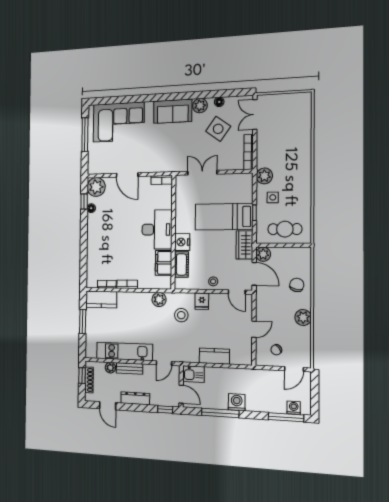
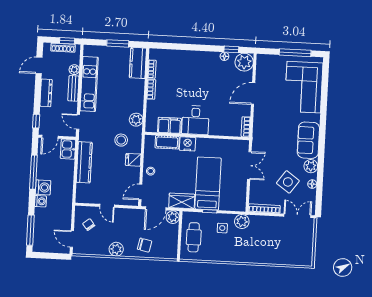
desk: (157, 230) -> (195, 120), width x0.73
kitchen counter: (214, 356) -> (84, 162), width x1.50
washing machine: (294, 408) -> (41, 201), moved

